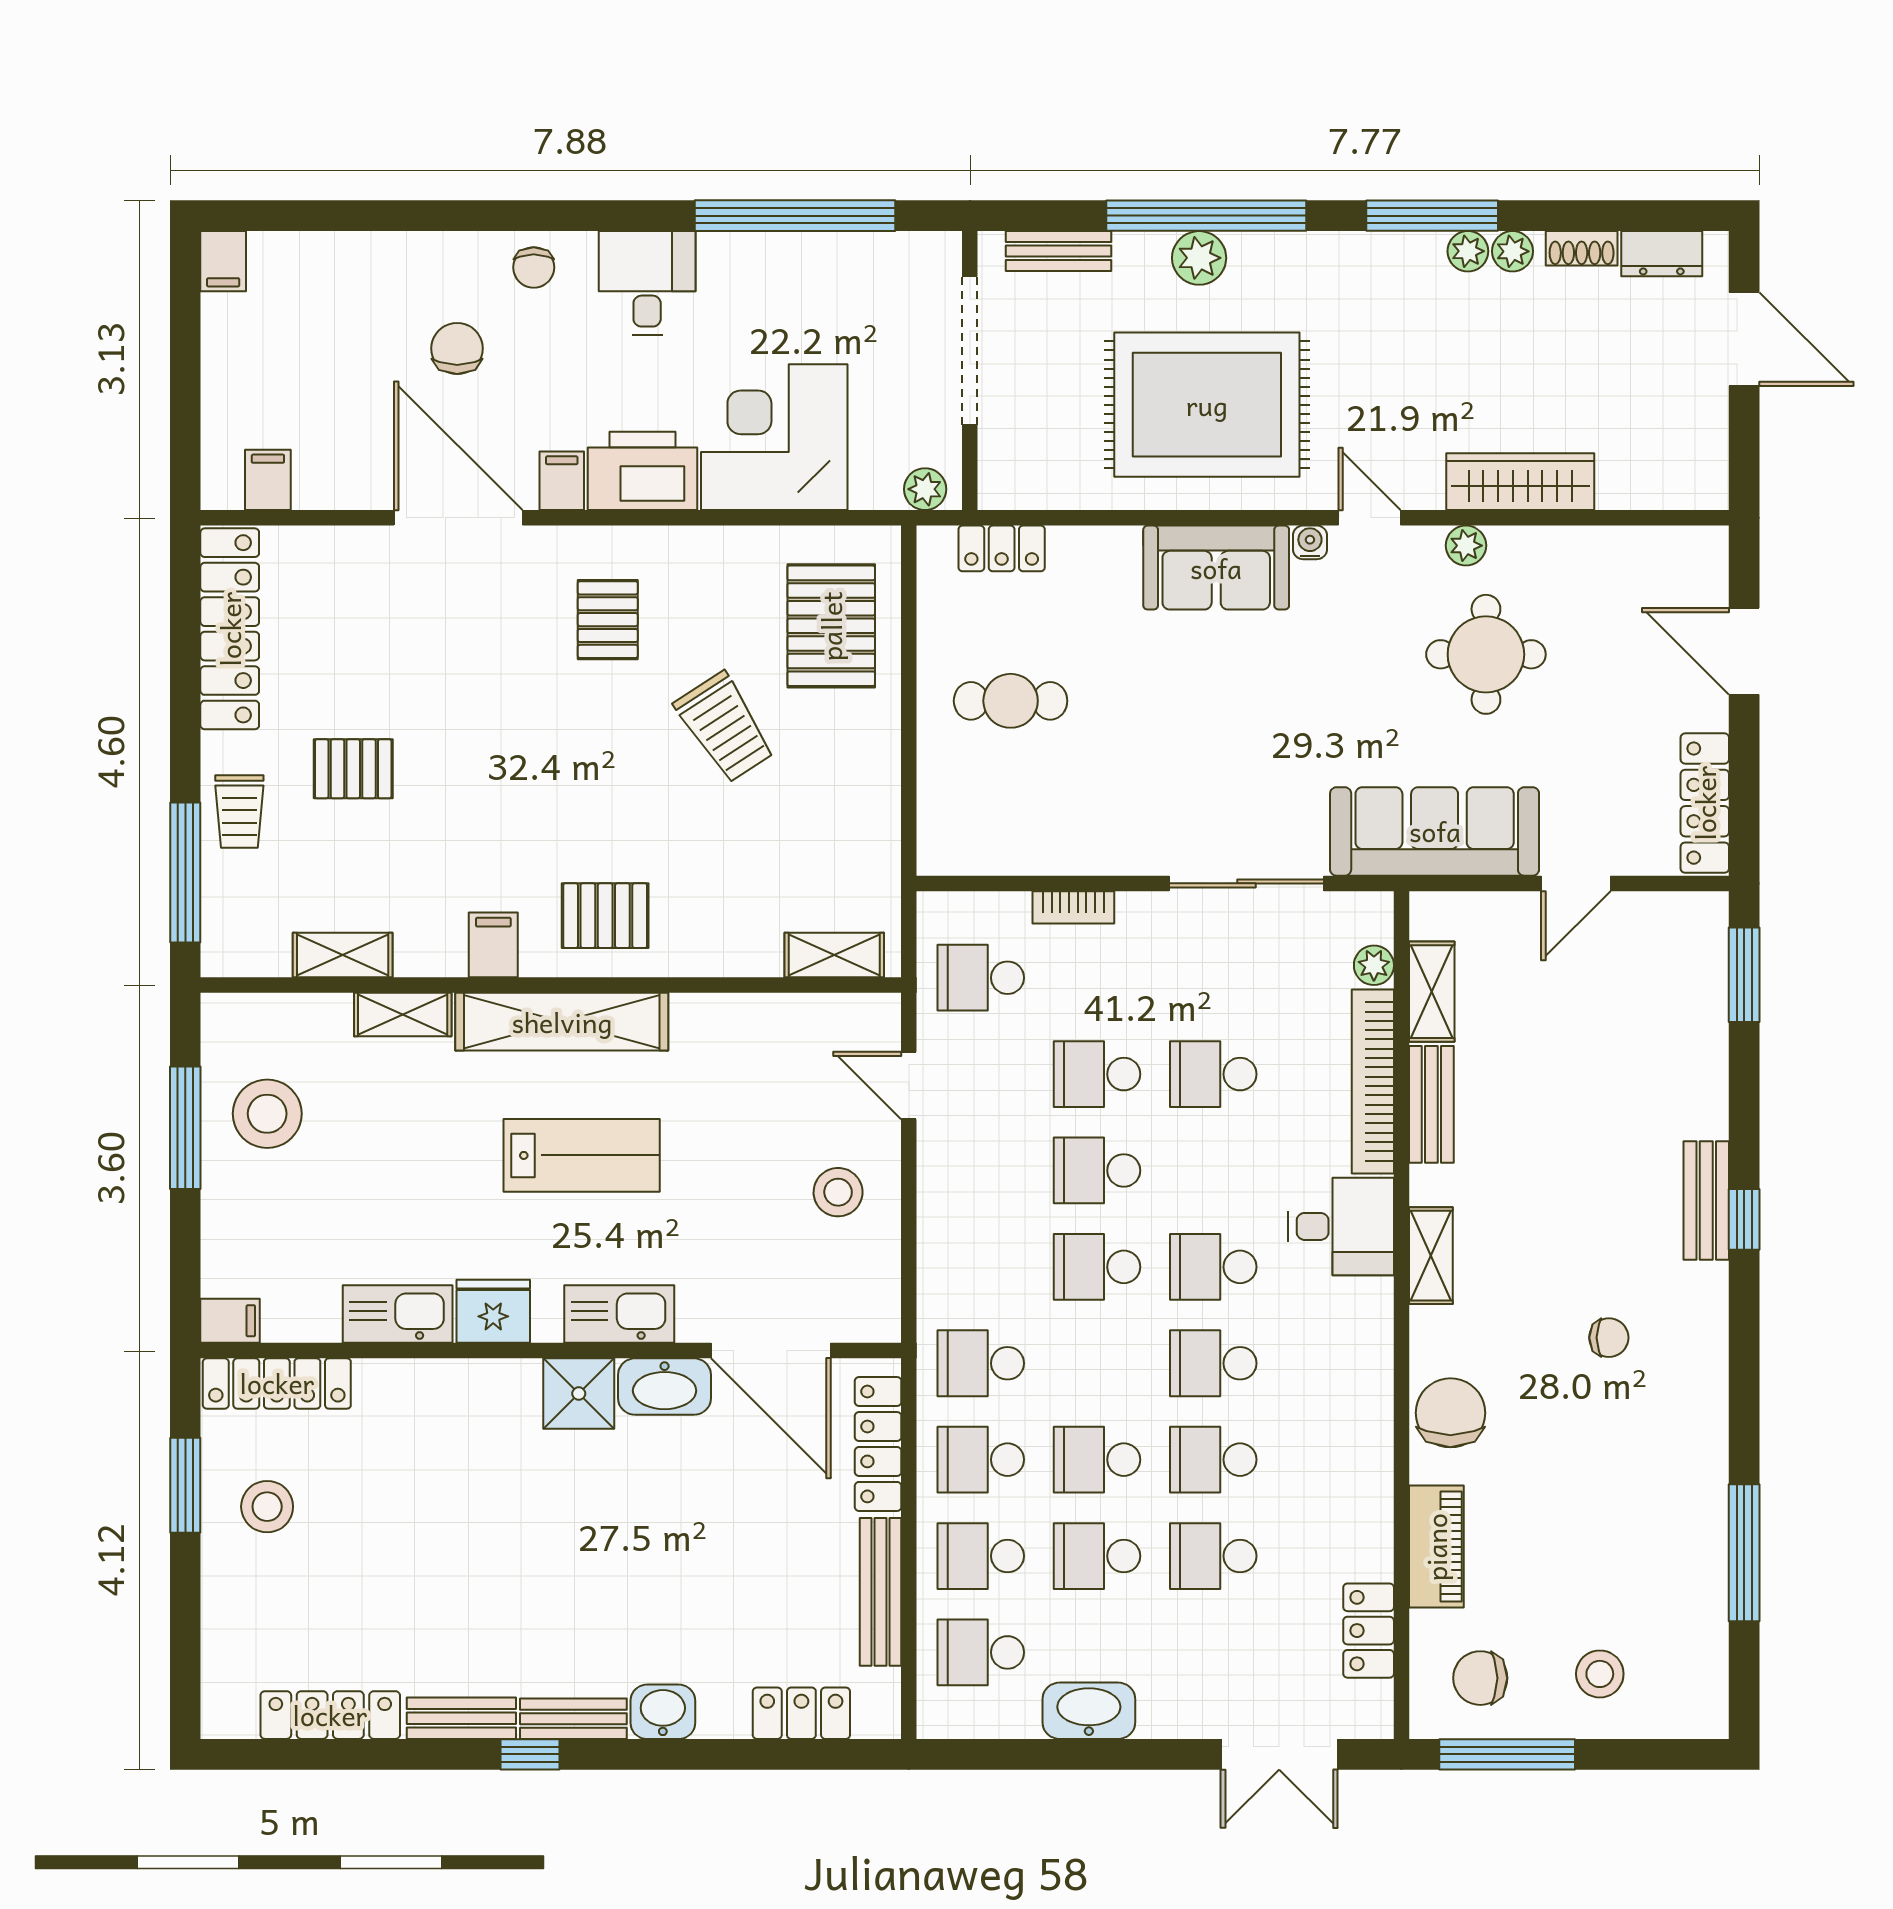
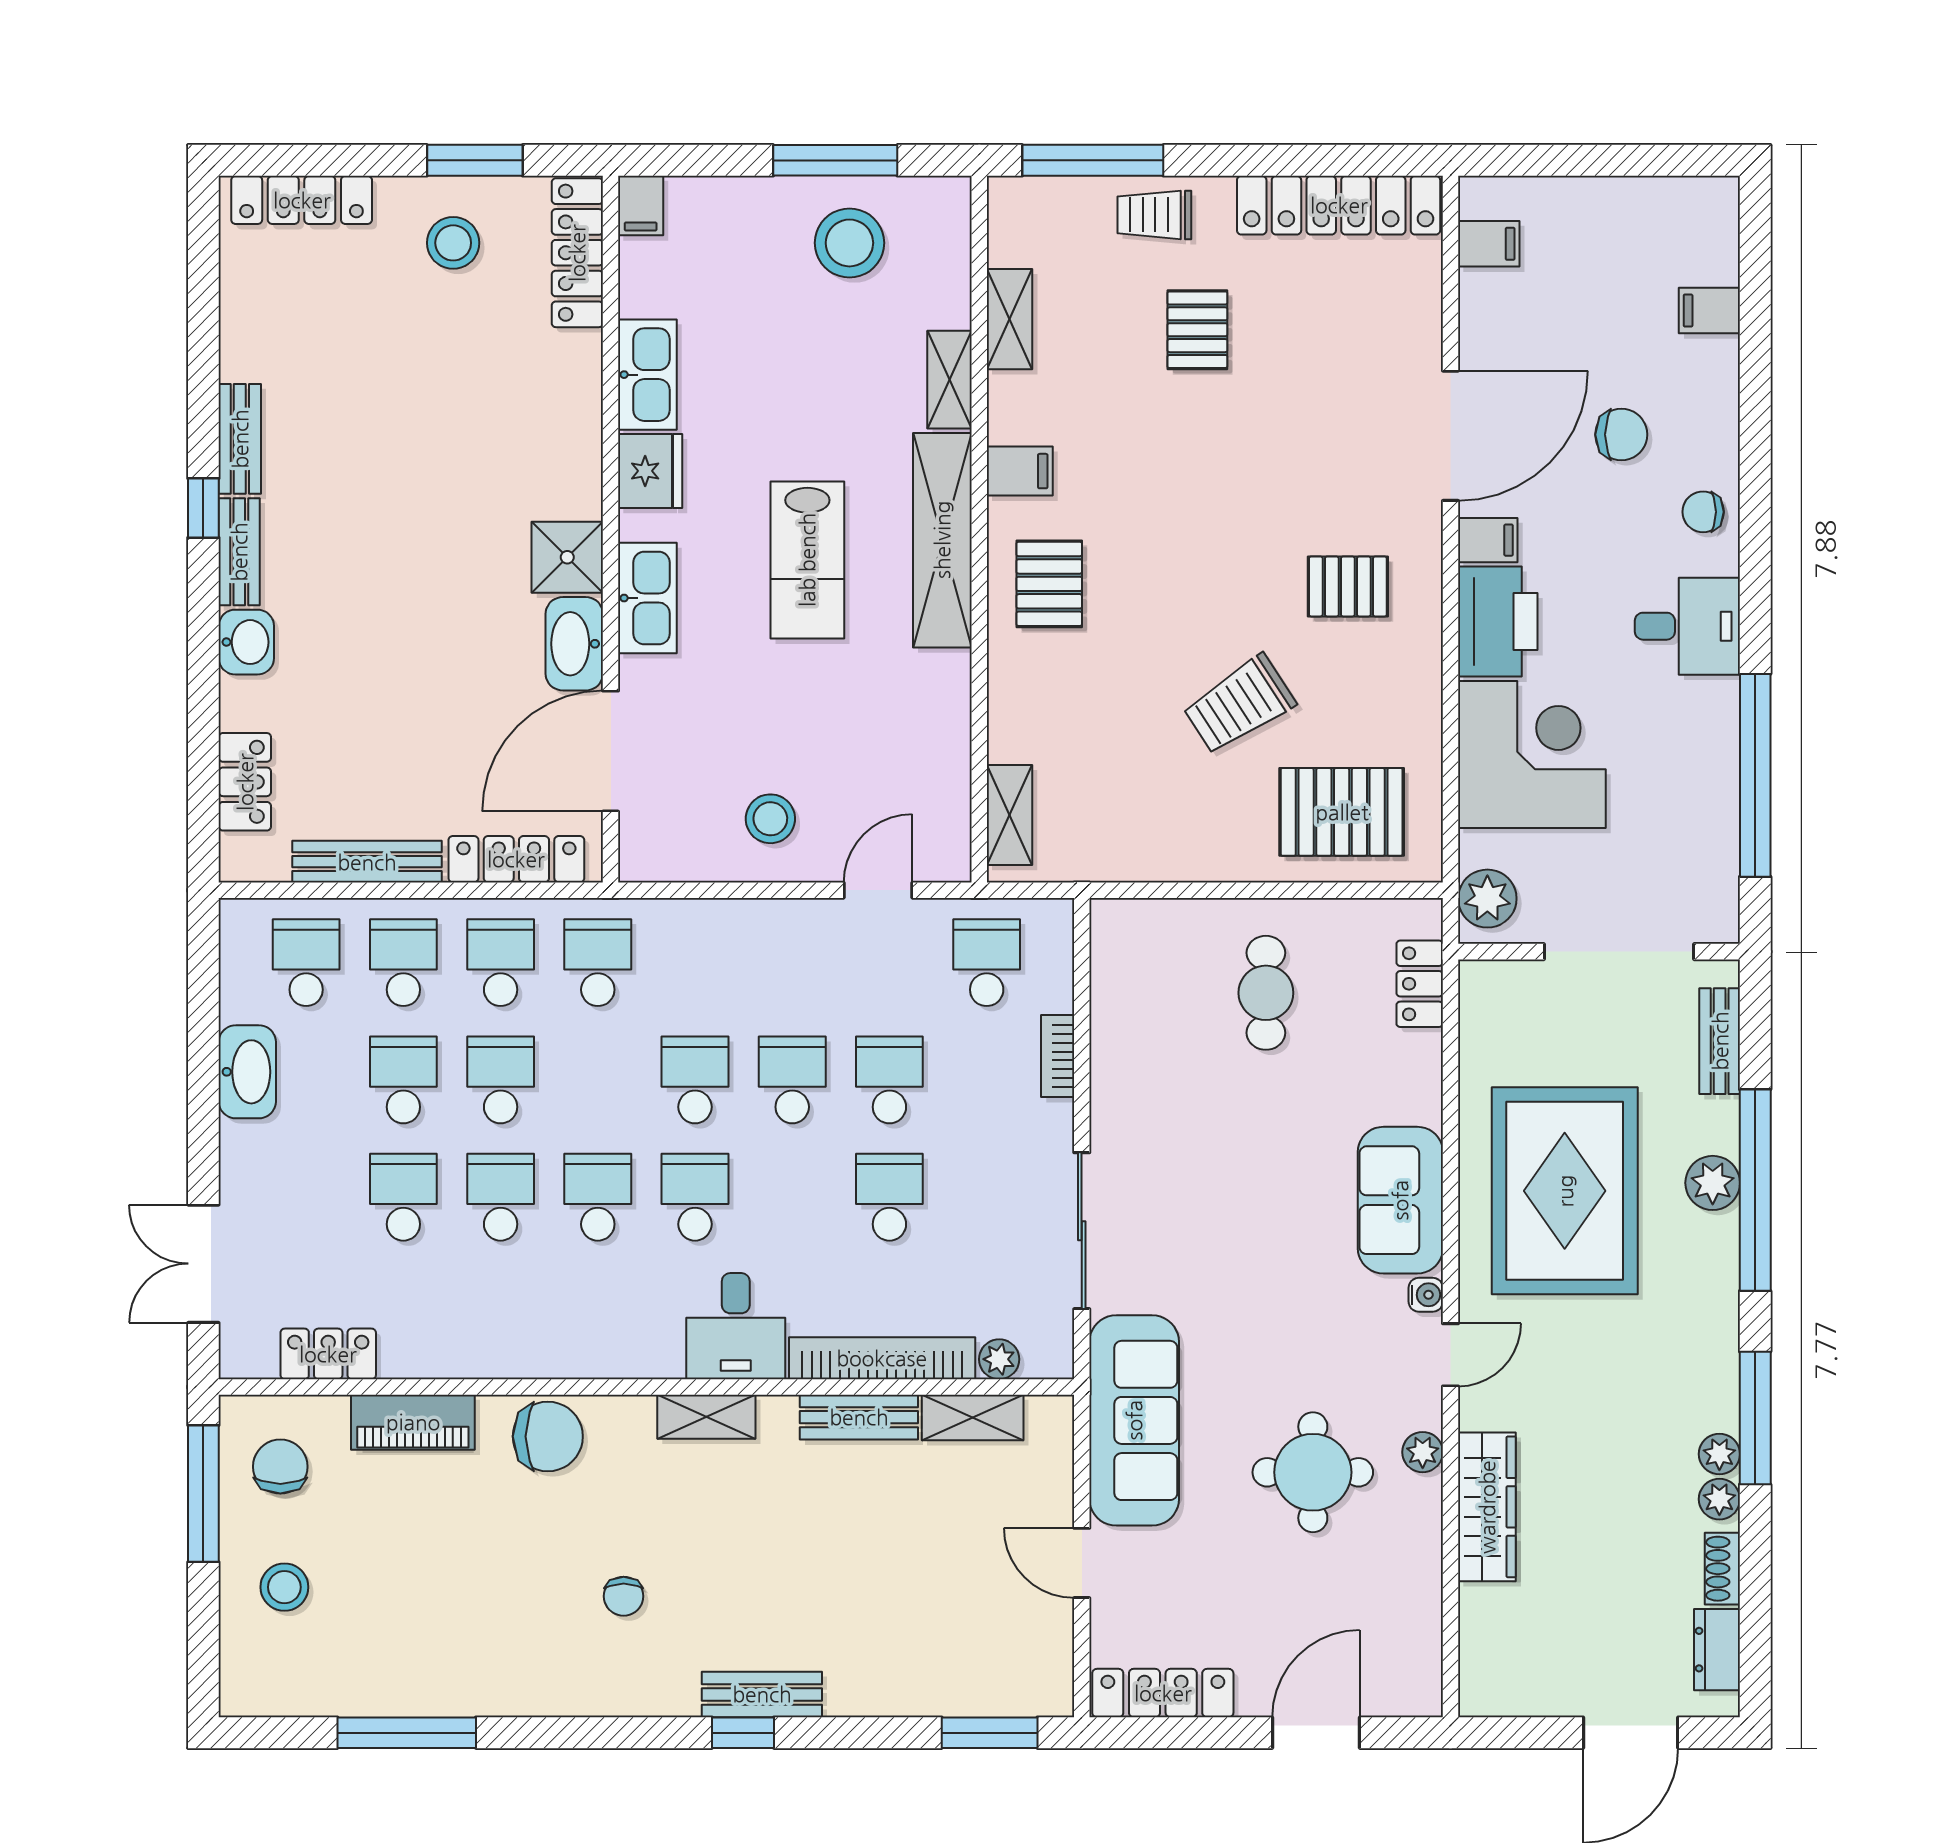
filing cabinet: (223, 261) -> (1709, 311), moved
plant: (925, 489) -> (1487, 899), width x1.38, depth x1.38
locker: (330, 1715) -> (302, 200), moved, turned 90

